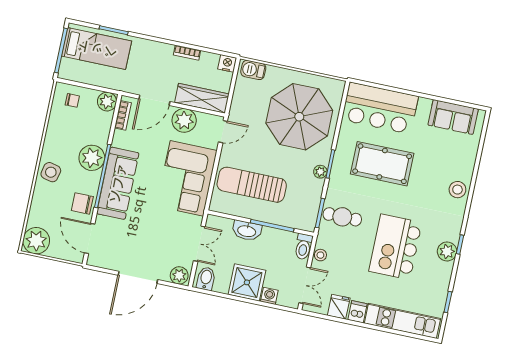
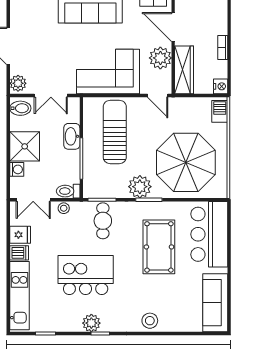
sofa: (453, 117) -> (215, 303), width x1.36
plant: (320, 172) -> (140, 187), width x1.88, depth x1.88

